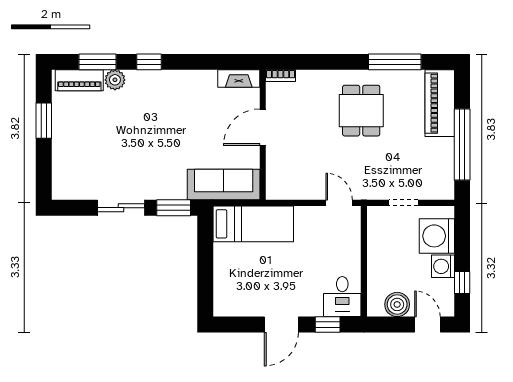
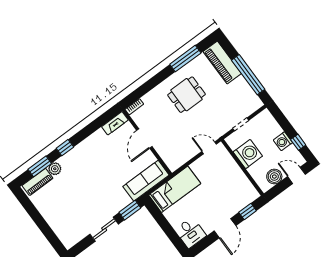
dining table: (361, 111) -> (187, 95), turned 90
window: (44, 121) -> (35, 215), removed
washing machine: (437, 236) -> (248, 154), moved, turned 180
desk: (342, 297) -> (190, 233), moved

